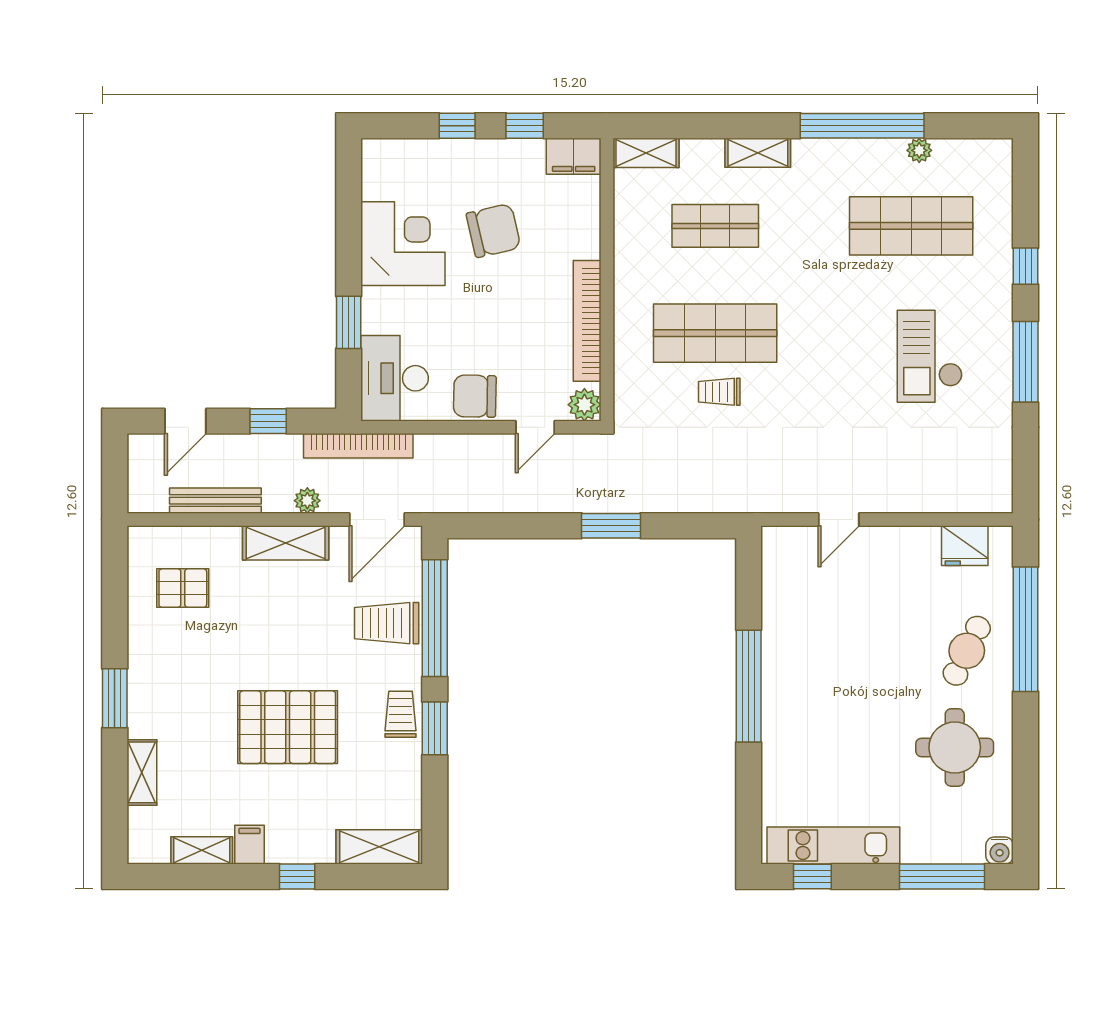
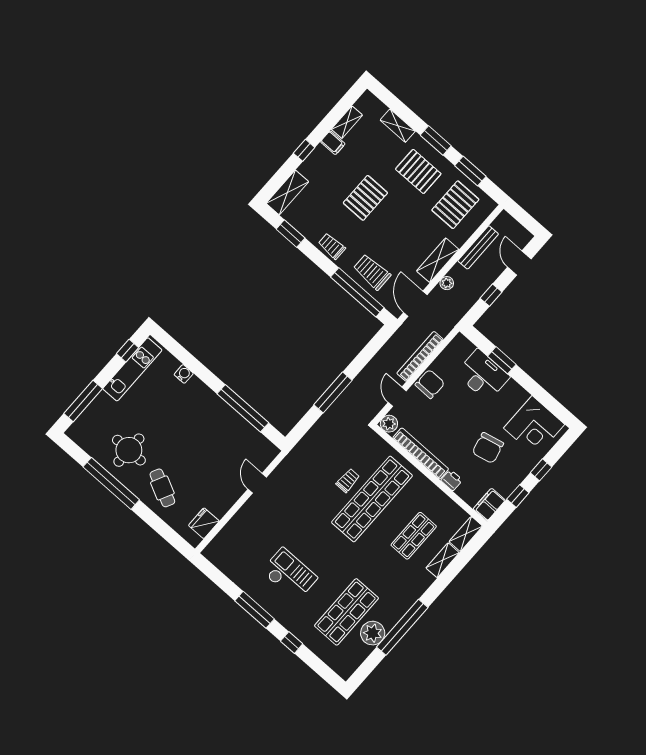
plant: (919, 150) -> (373, 633), width x1.88, depth x1.88
shelving: (758, 153) -> (443, 560), moved
printer: (586, 242) -> (452, 480), added
corner desk: (403, 244) -> (534, 426), moved
shop shelf: (715, 333) -> (372, 499), width x1.40
desk: (395, 378) -> (483, 375), moved
bookcase: (358, 446) -> (420, 356), moved
window: (611, 526) -> (333, 393), width x1.44
pallet: (183, 588) -> (455, 205), width x1.50, depth x1.42
window: (115, 609) -> (470, 171), added
trolley: (387, 623) -> (372, 272), turned -90
window: (1025, 629) -> (111, 483), moved
pallet: (182, 684) -> (418, 171), added
window: (749, 686) -> (243, 408), moved
trolley: (401, 714) -> (332, 246), turned 180
pallet: (288, 727) -> (365, 198), width x0.73, depth x0.71
window: (435, 728) -> (291, 233), moved
water cooler: (1000, 851) -> (184, 374), moved, turned 90

